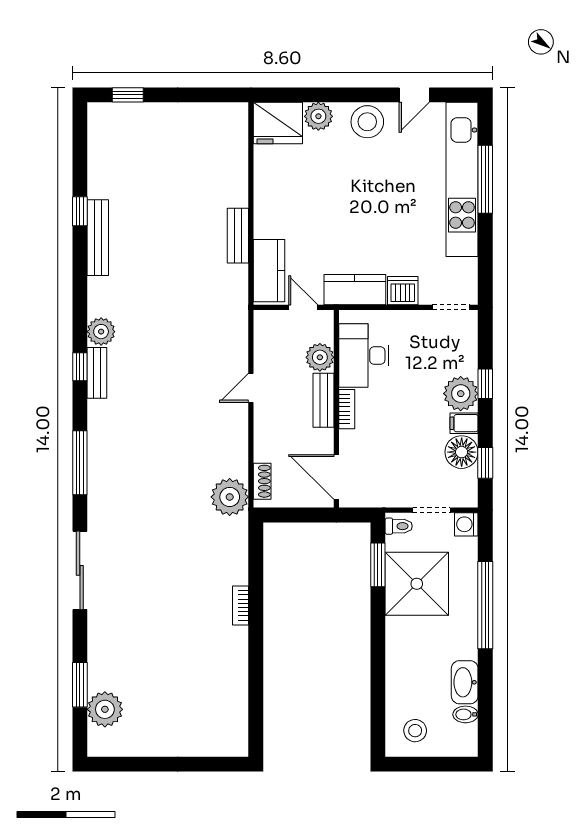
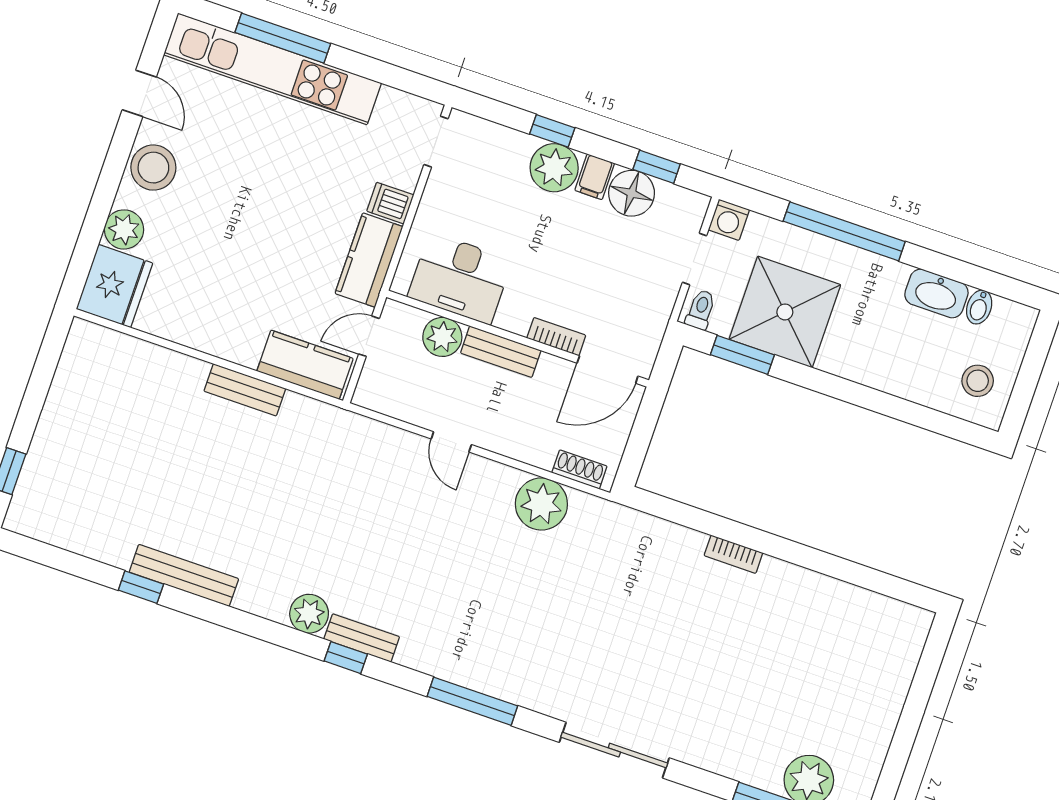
dishwasher: (403, 291) -> (390, 203), width x0.73
bookcase: (347, 409) -> (556, 337), moved
plant: (230, 497) -> (541, 504), moved

